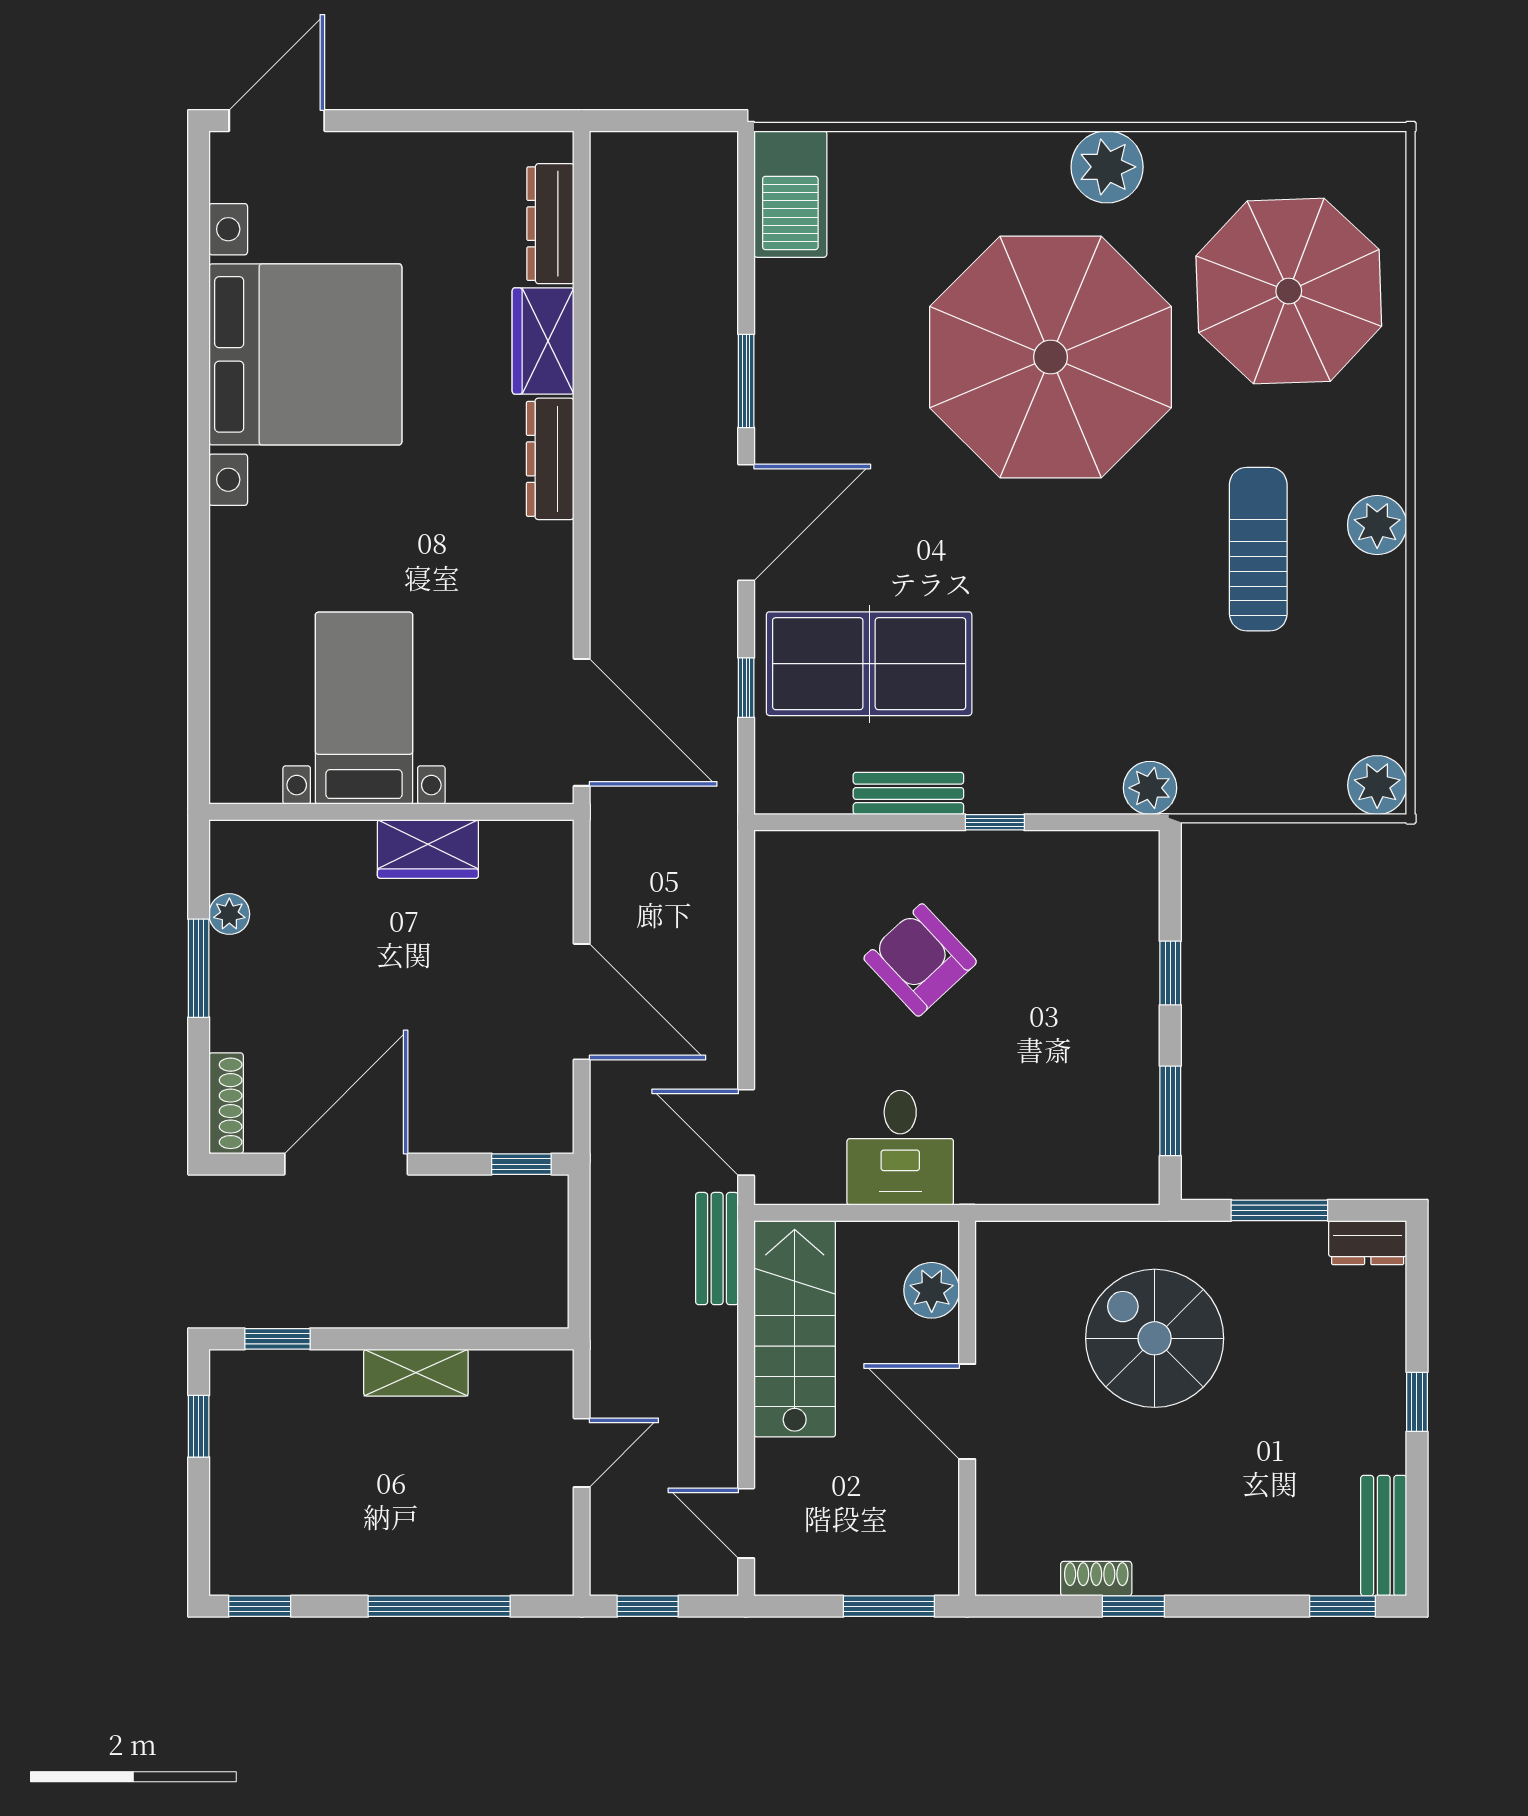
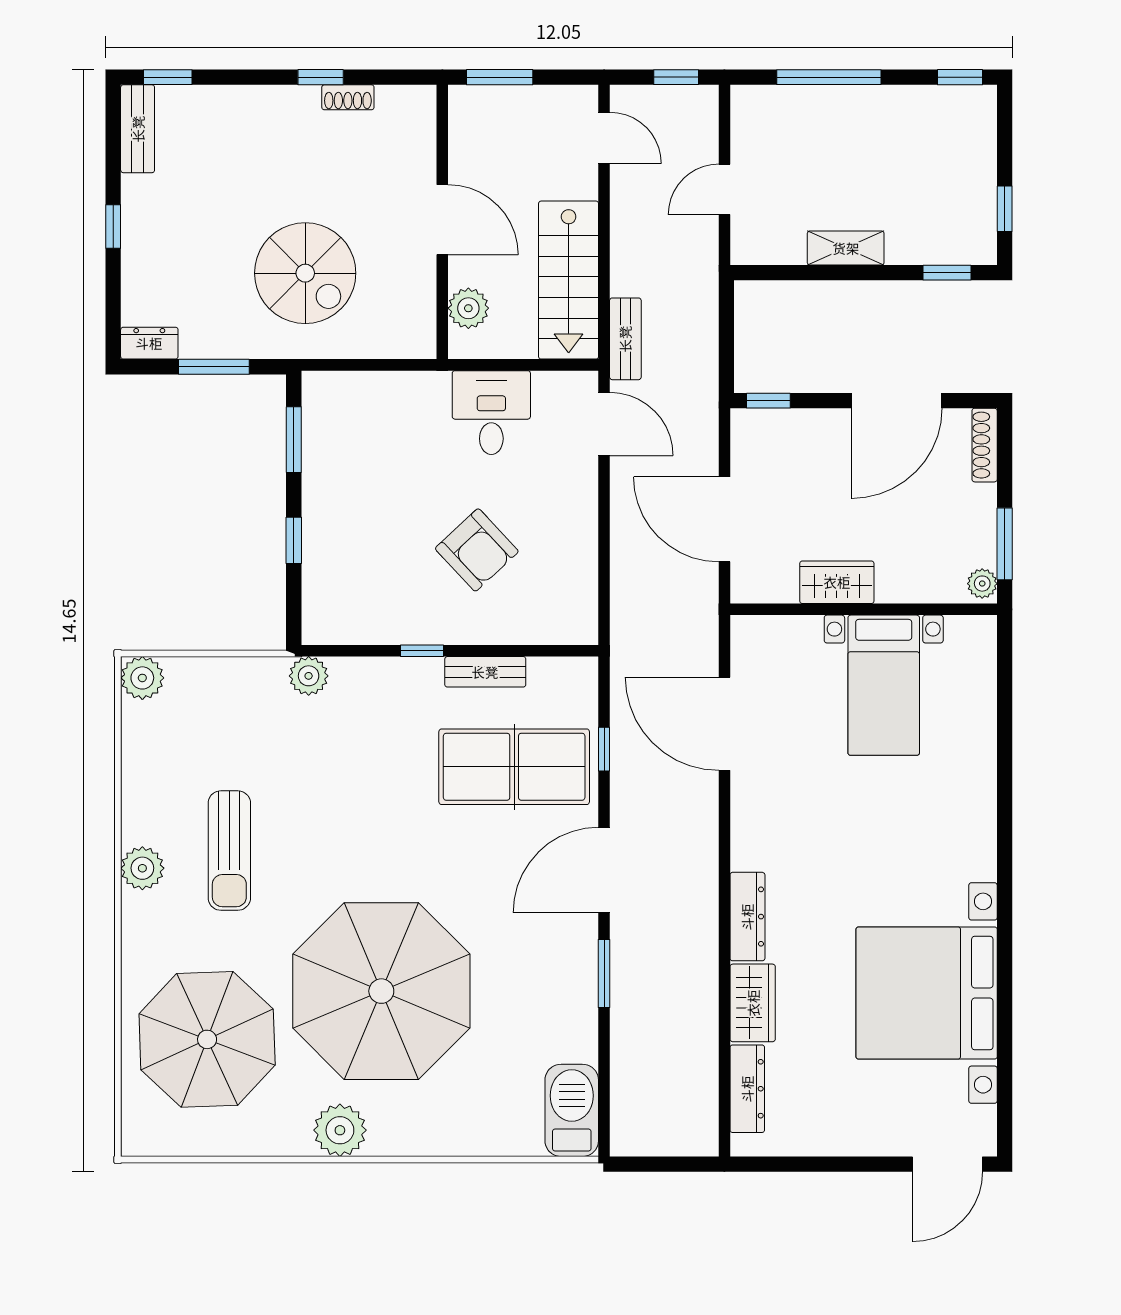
bed with nightstands: (364, 708) -> (884, 685), moved
wall: (391, 812) -> (864, 609), moved
wardrobe: (428, 849) -> (837, 582), moved

